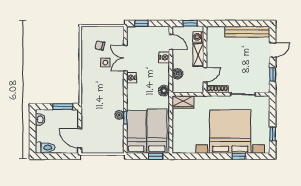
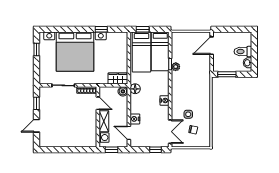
bench: (247, 32) -> (59, 142), removed
double door: (125, 58) -> (170, 132), moved
boiler: (177, 74) -> (123, 91), moved
door: (205, 75) -> (98, 103), swing flipped
door: (80, 138) -> (212, 46), swing flipped
toilet: (45, 148) -> (243, 52), moved
window: (239, 156) -> (101, 29), moved

